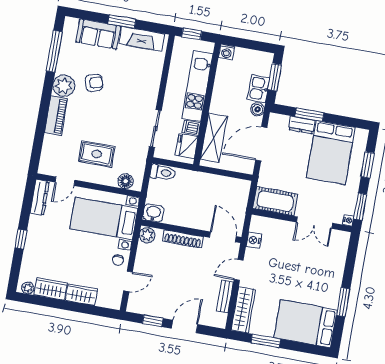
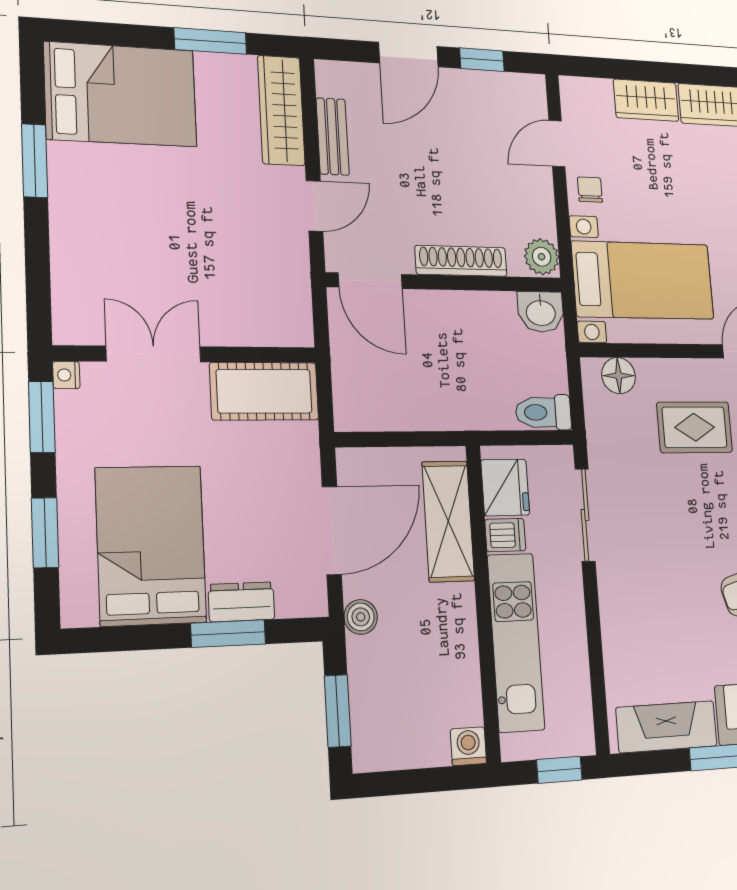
kitchen sink: (259, 89) -> (370, 671), removed
nightstand: (254, 240) -> (295, 284), removed

